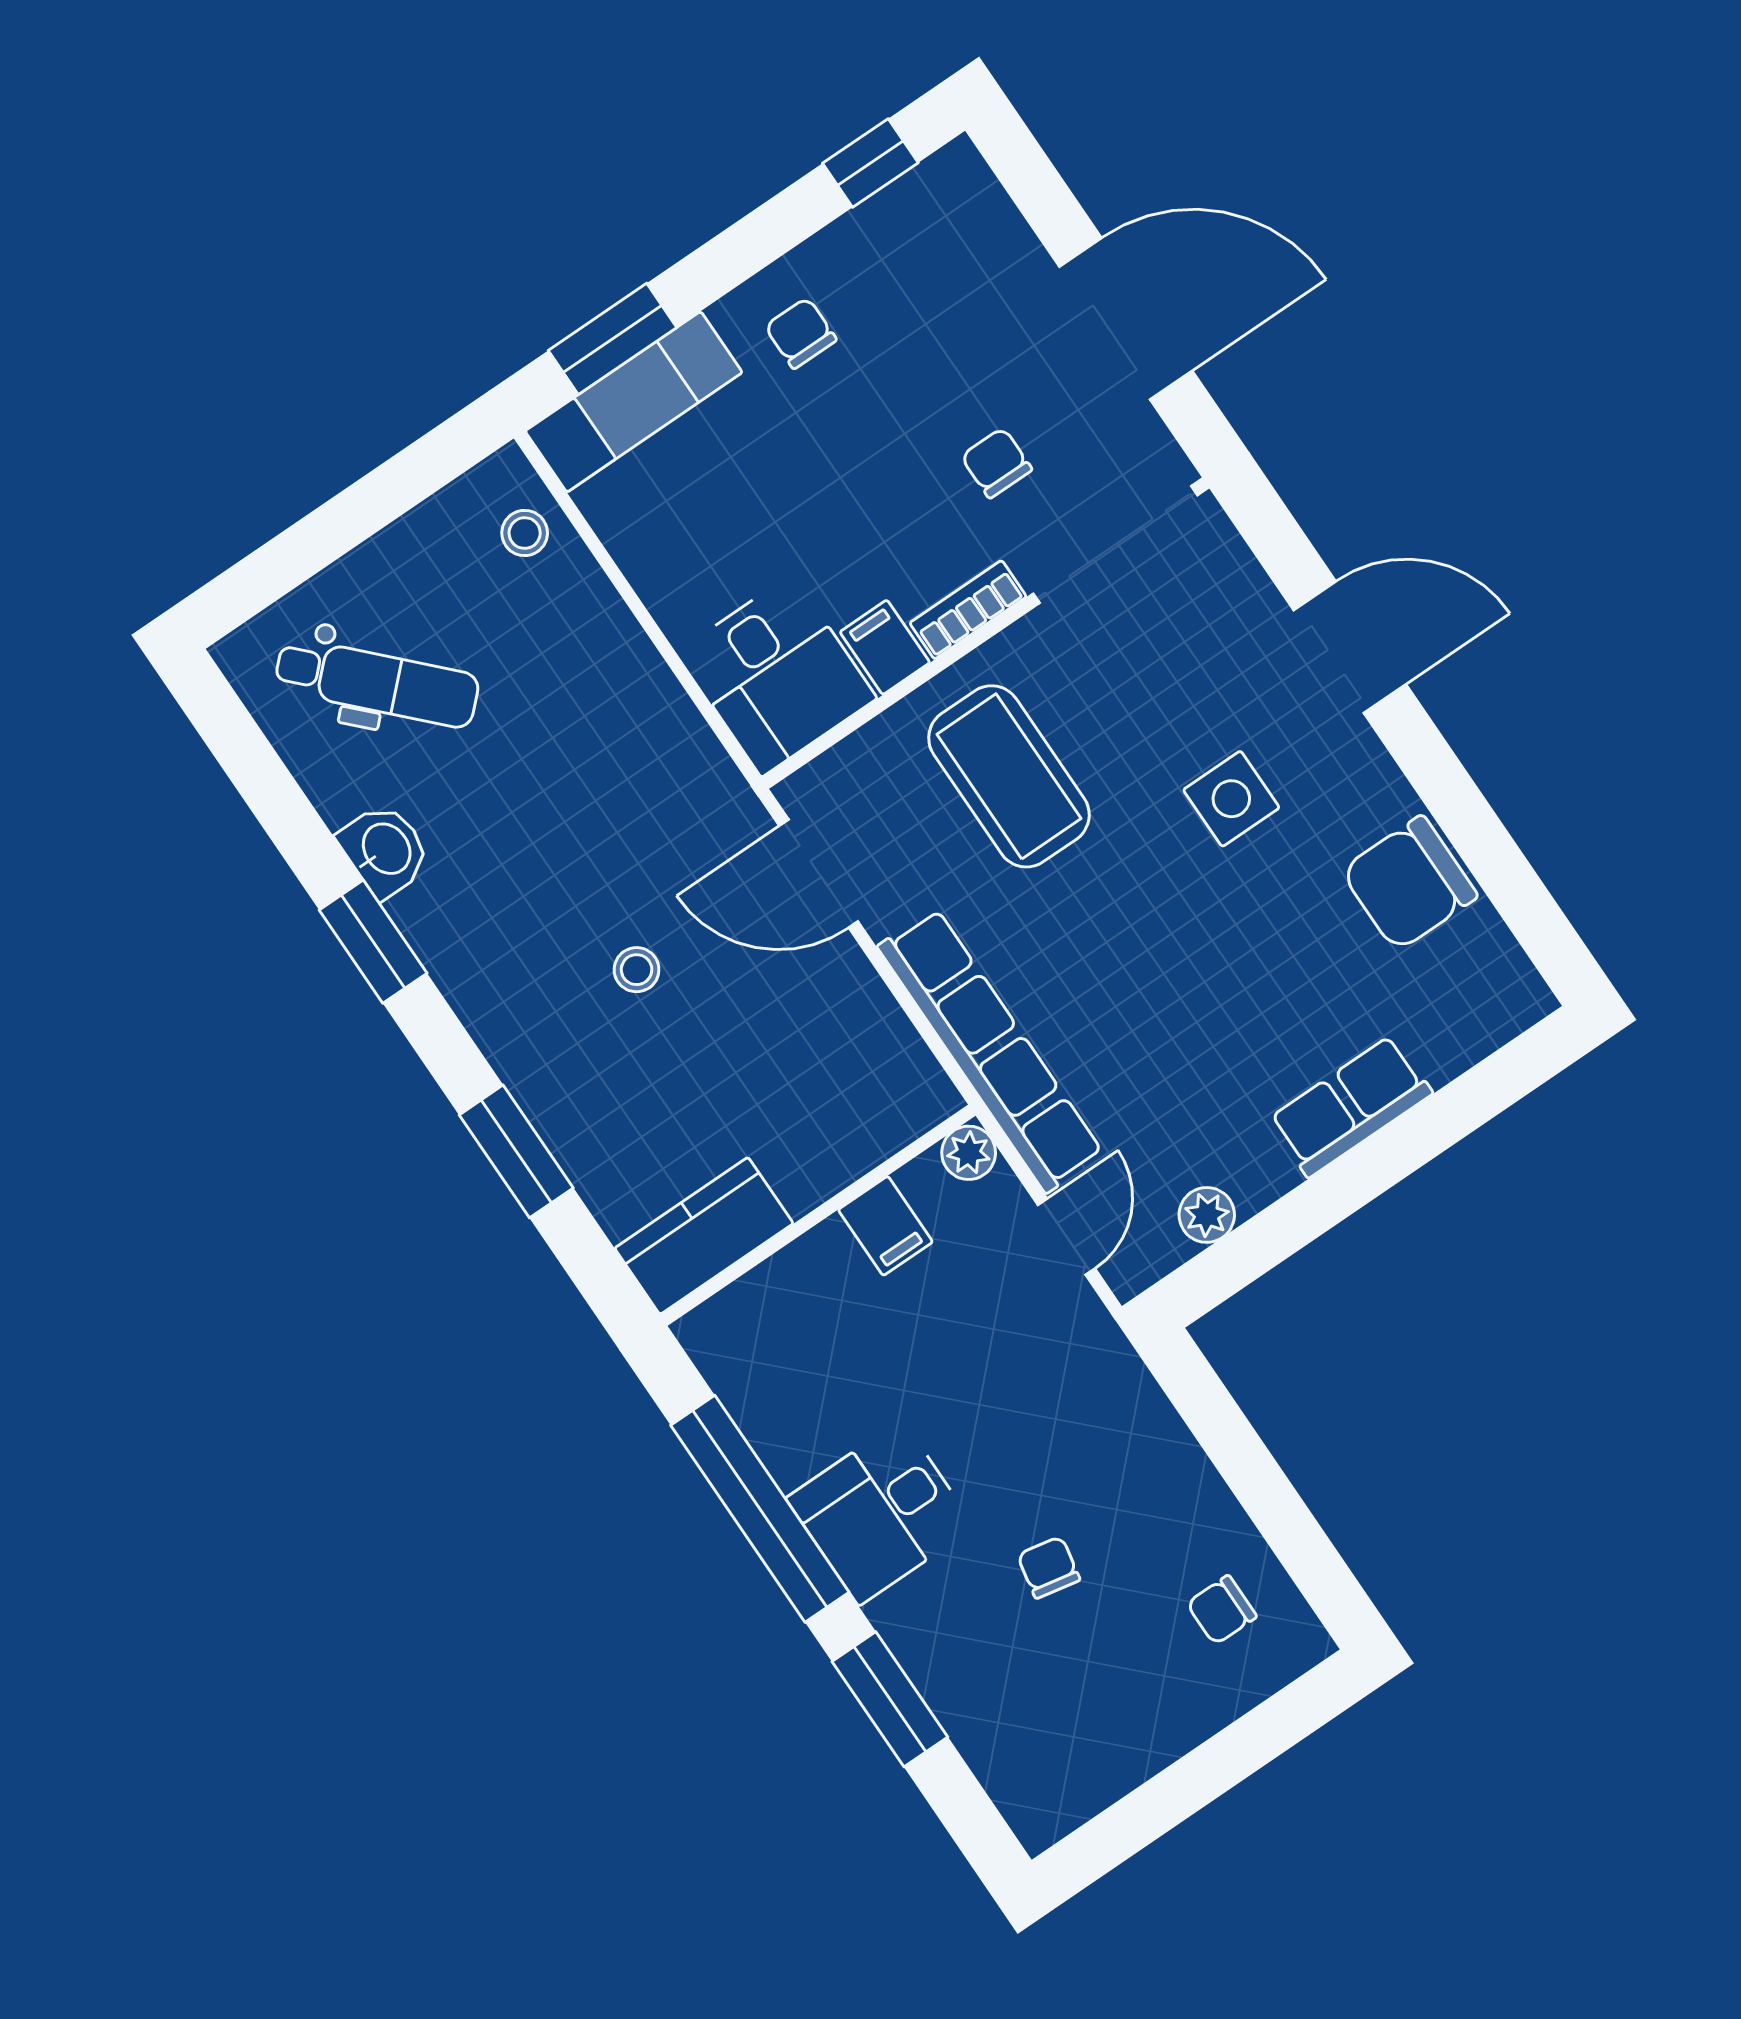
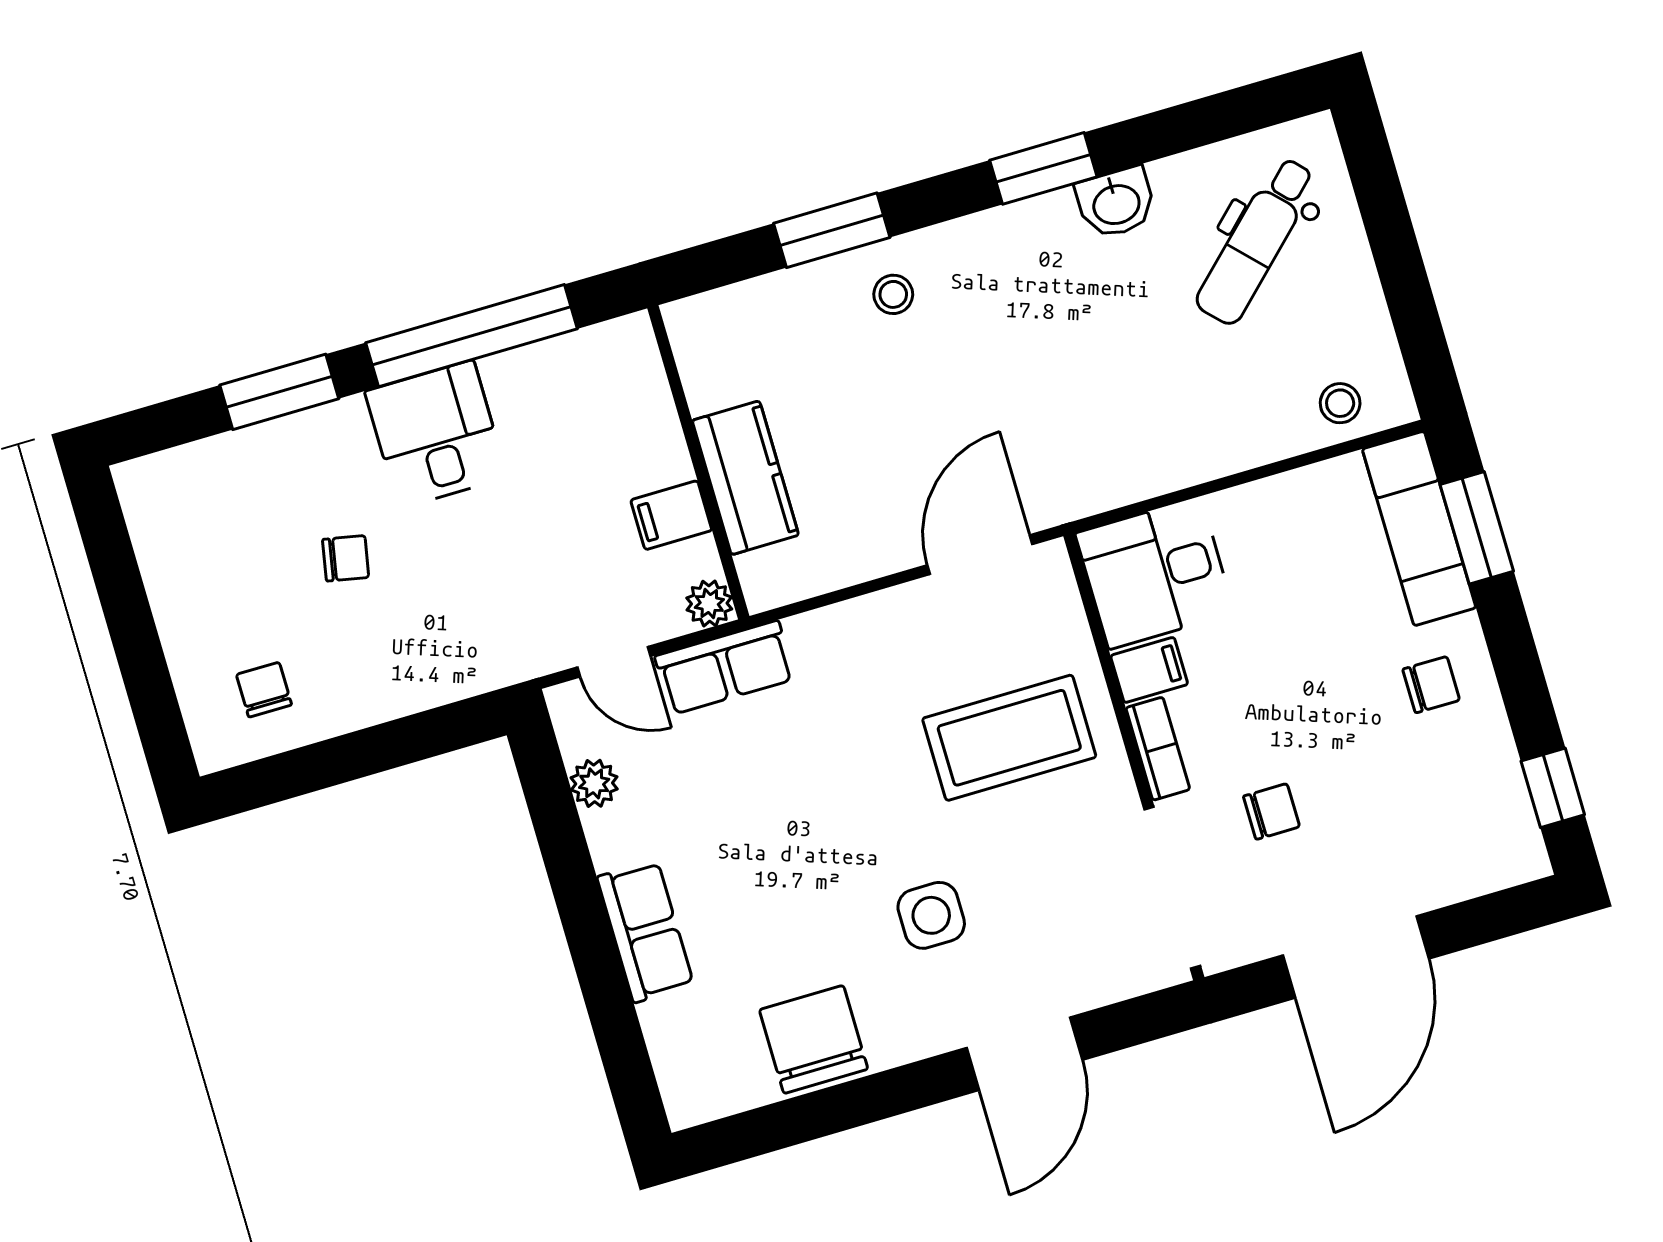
stool: (637, 970) -> (893, 294), moved
row of seats: (990, 1050) -> (725, 668), width x0.50
kitchen counter: (704, 1236) -> (745, 478), moved

